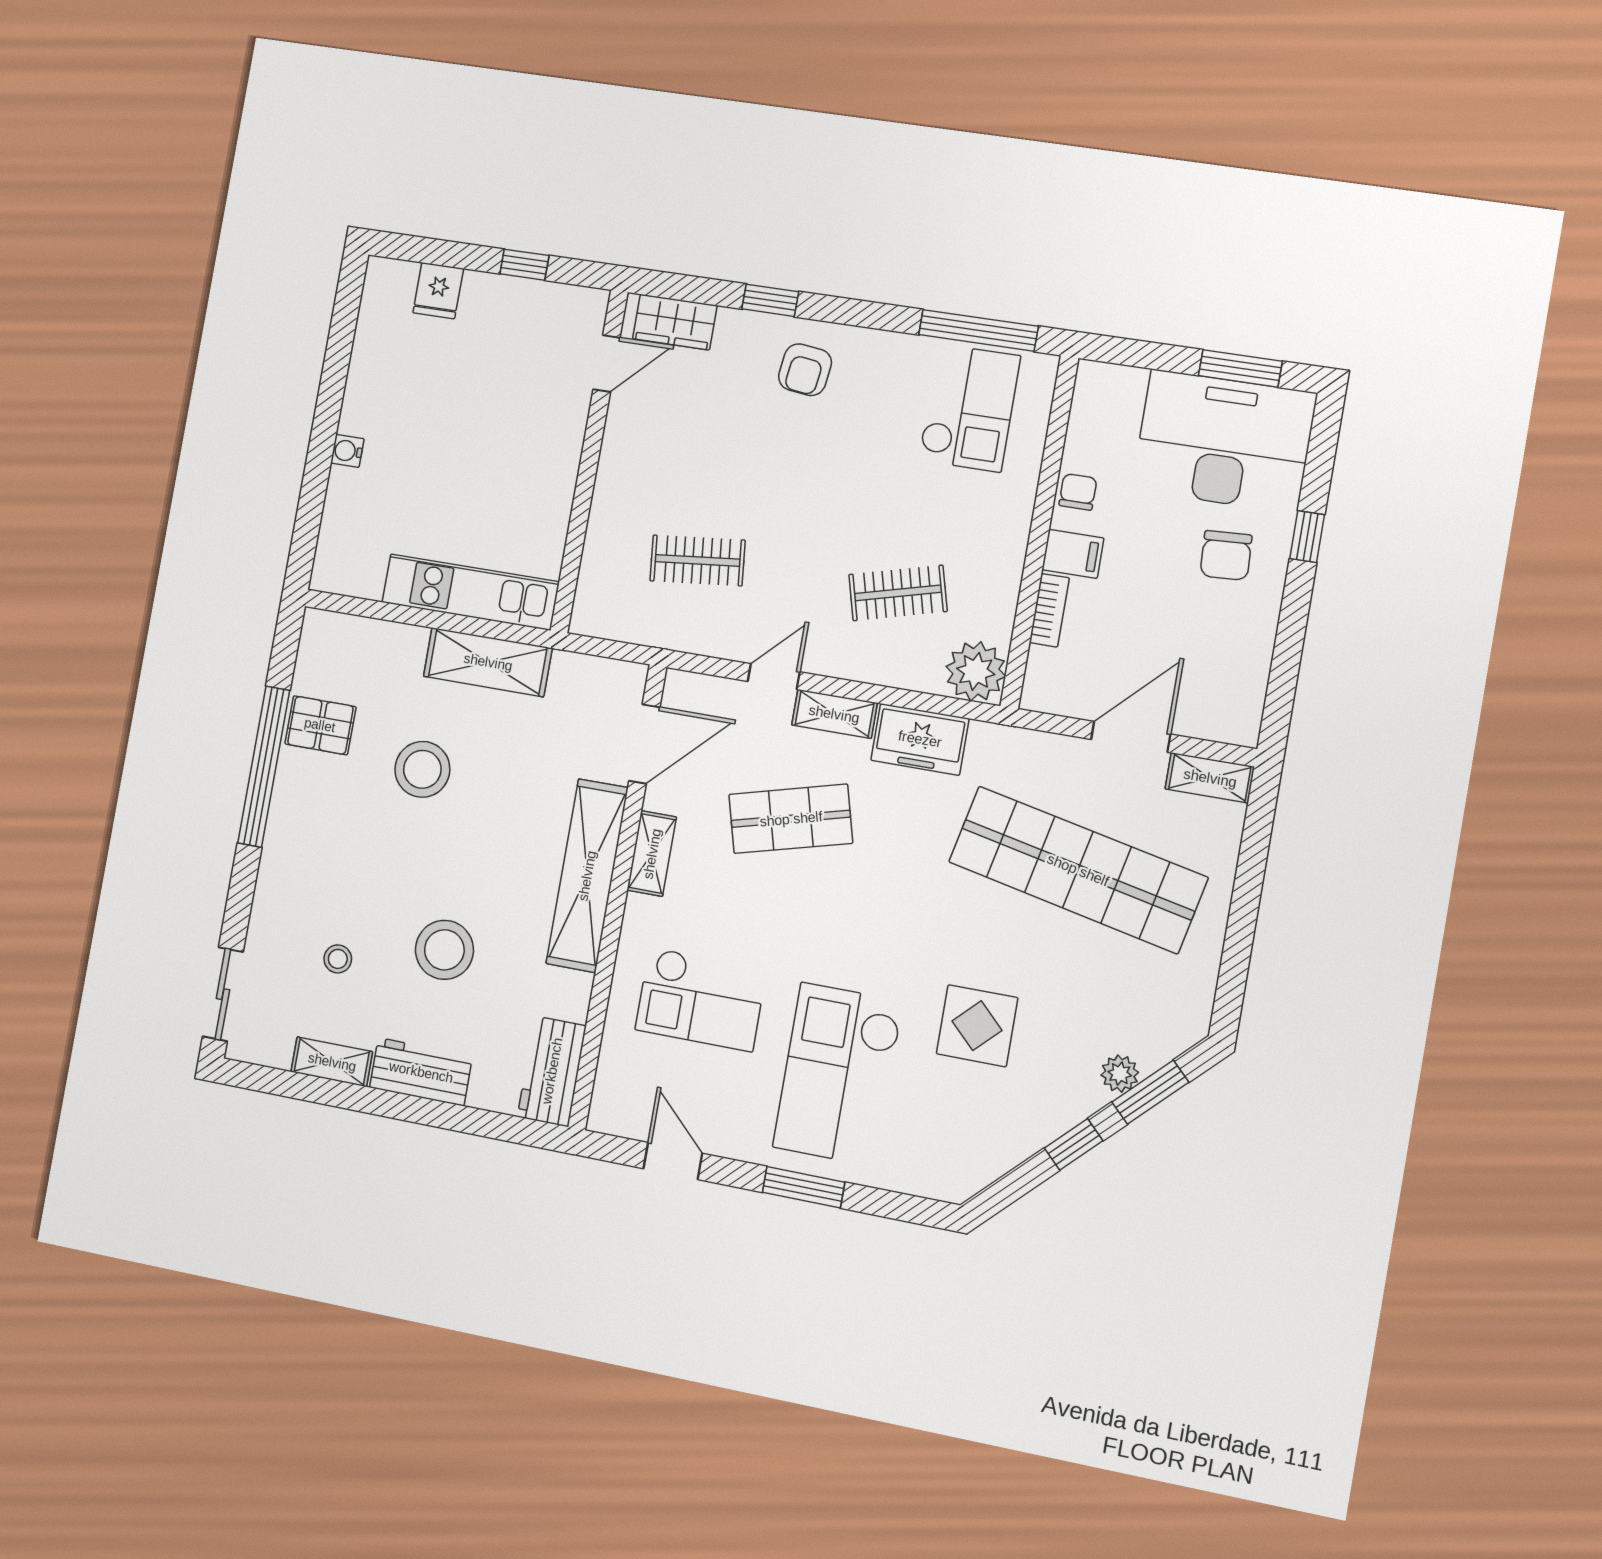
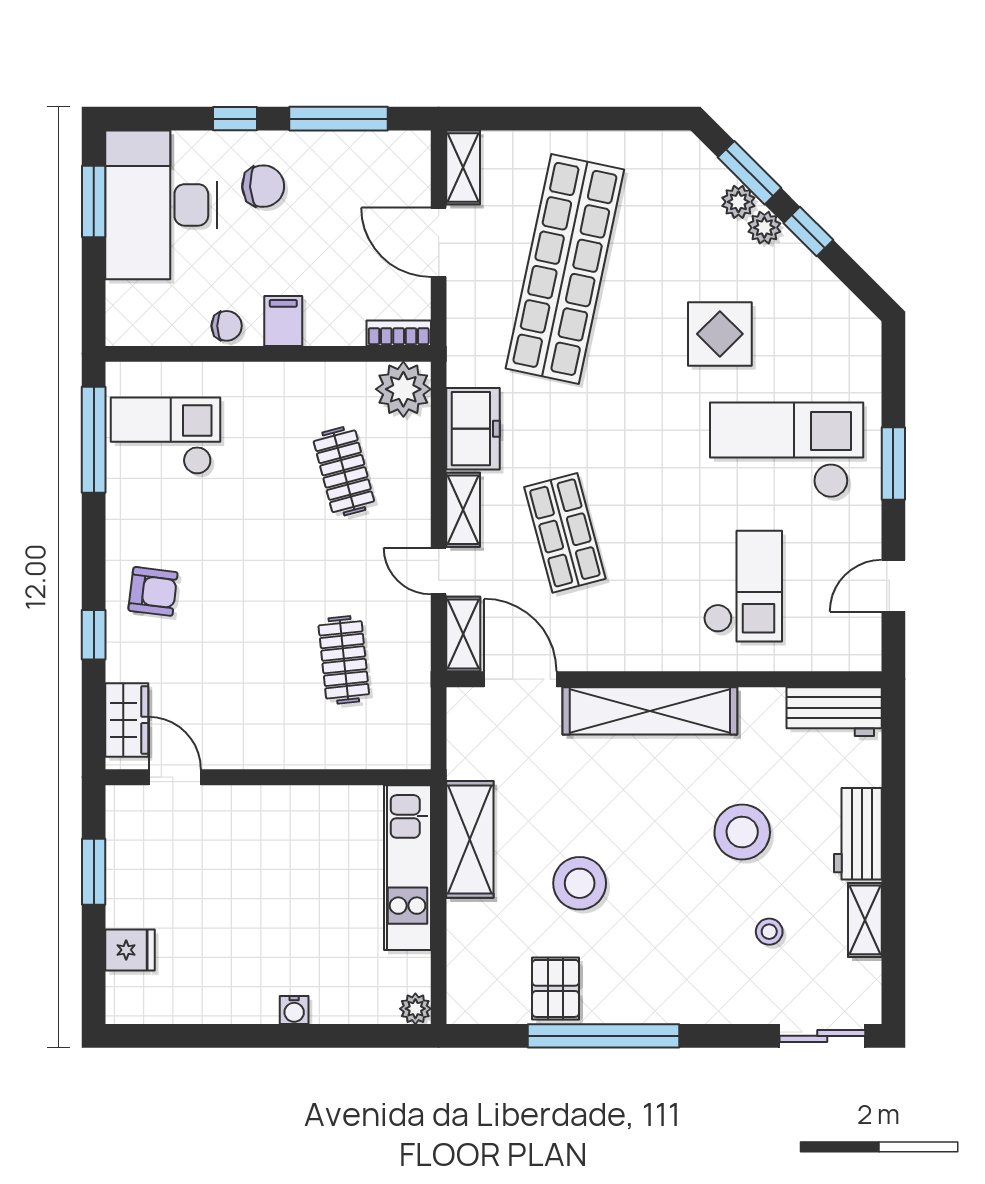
window: (524, 265) -> (94, 872), width x1.50
chair: (1078, 492) -> (227, 326), turned 180
plant: (326, 576) -> (415, 1009), added
bookcase: (1049, 610) -> (399, 333), moved
window: (1288, 650) -> (338, 119), added
shelving: (652, 854) -> (463, 634), moved, turned 90
checkout: (838, 1074) -> (787, 450), turned 180
plant: (1086, 1097) -> (764, 228), added

